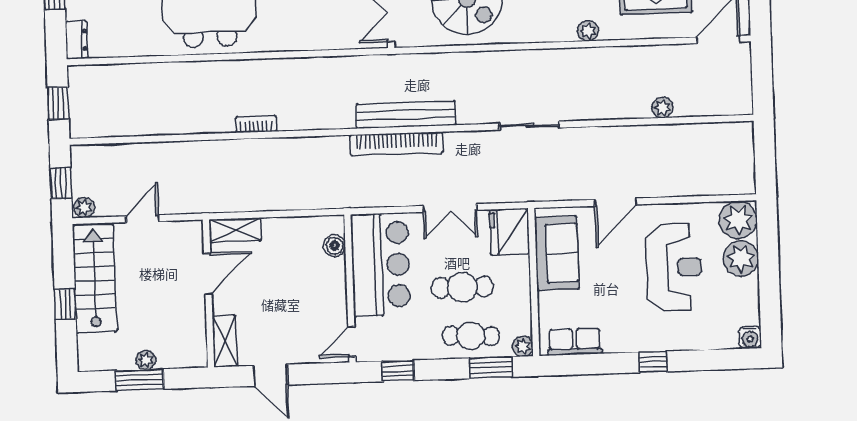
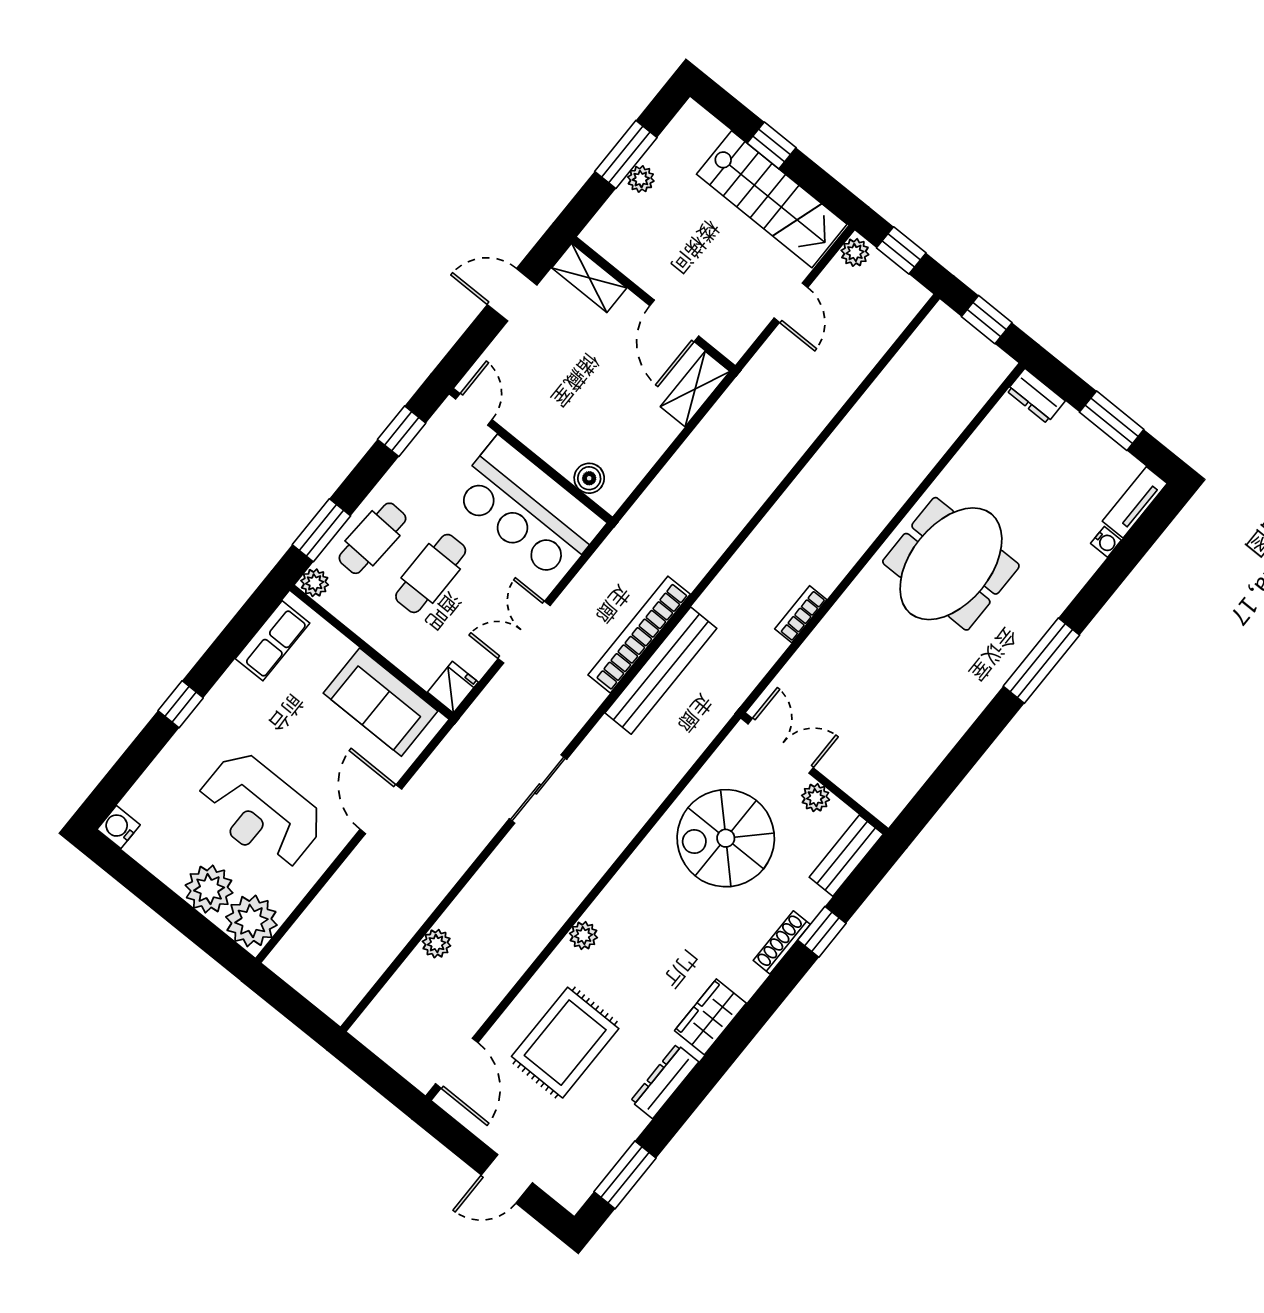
bookcase: (256, 124) -> (801, 614), moved, turned 180
fridge: (510, 232) -> (453, 687), width x0.53, depth x0.75

